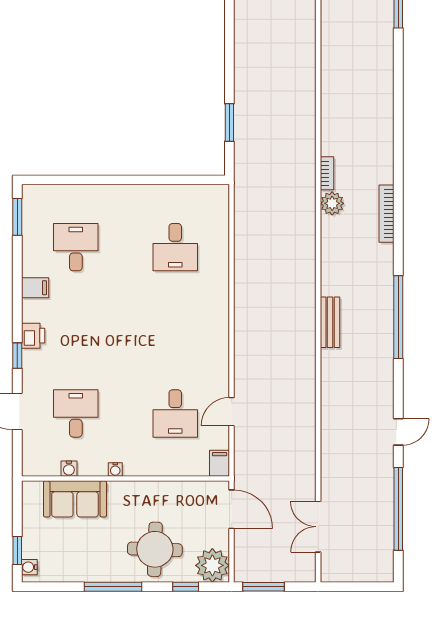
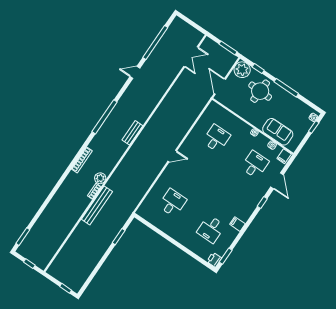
bench: (305, 151) -> (97, 205), added
printer: (33, 336) -> (214, 260), moved
door: (232, 412) -> (172, 156), moved
desk: (76, 413) -> (255, 165), turned 180
filing cabinet: (220, 463) -> (284, 156), moved

